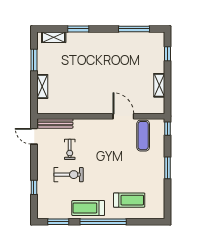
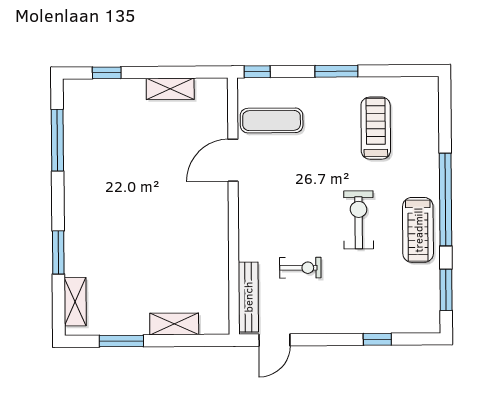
exercise bike: (69, 175) -> (359, 220), moved
treadmill: (129, 200) -> (376, 128), moved

